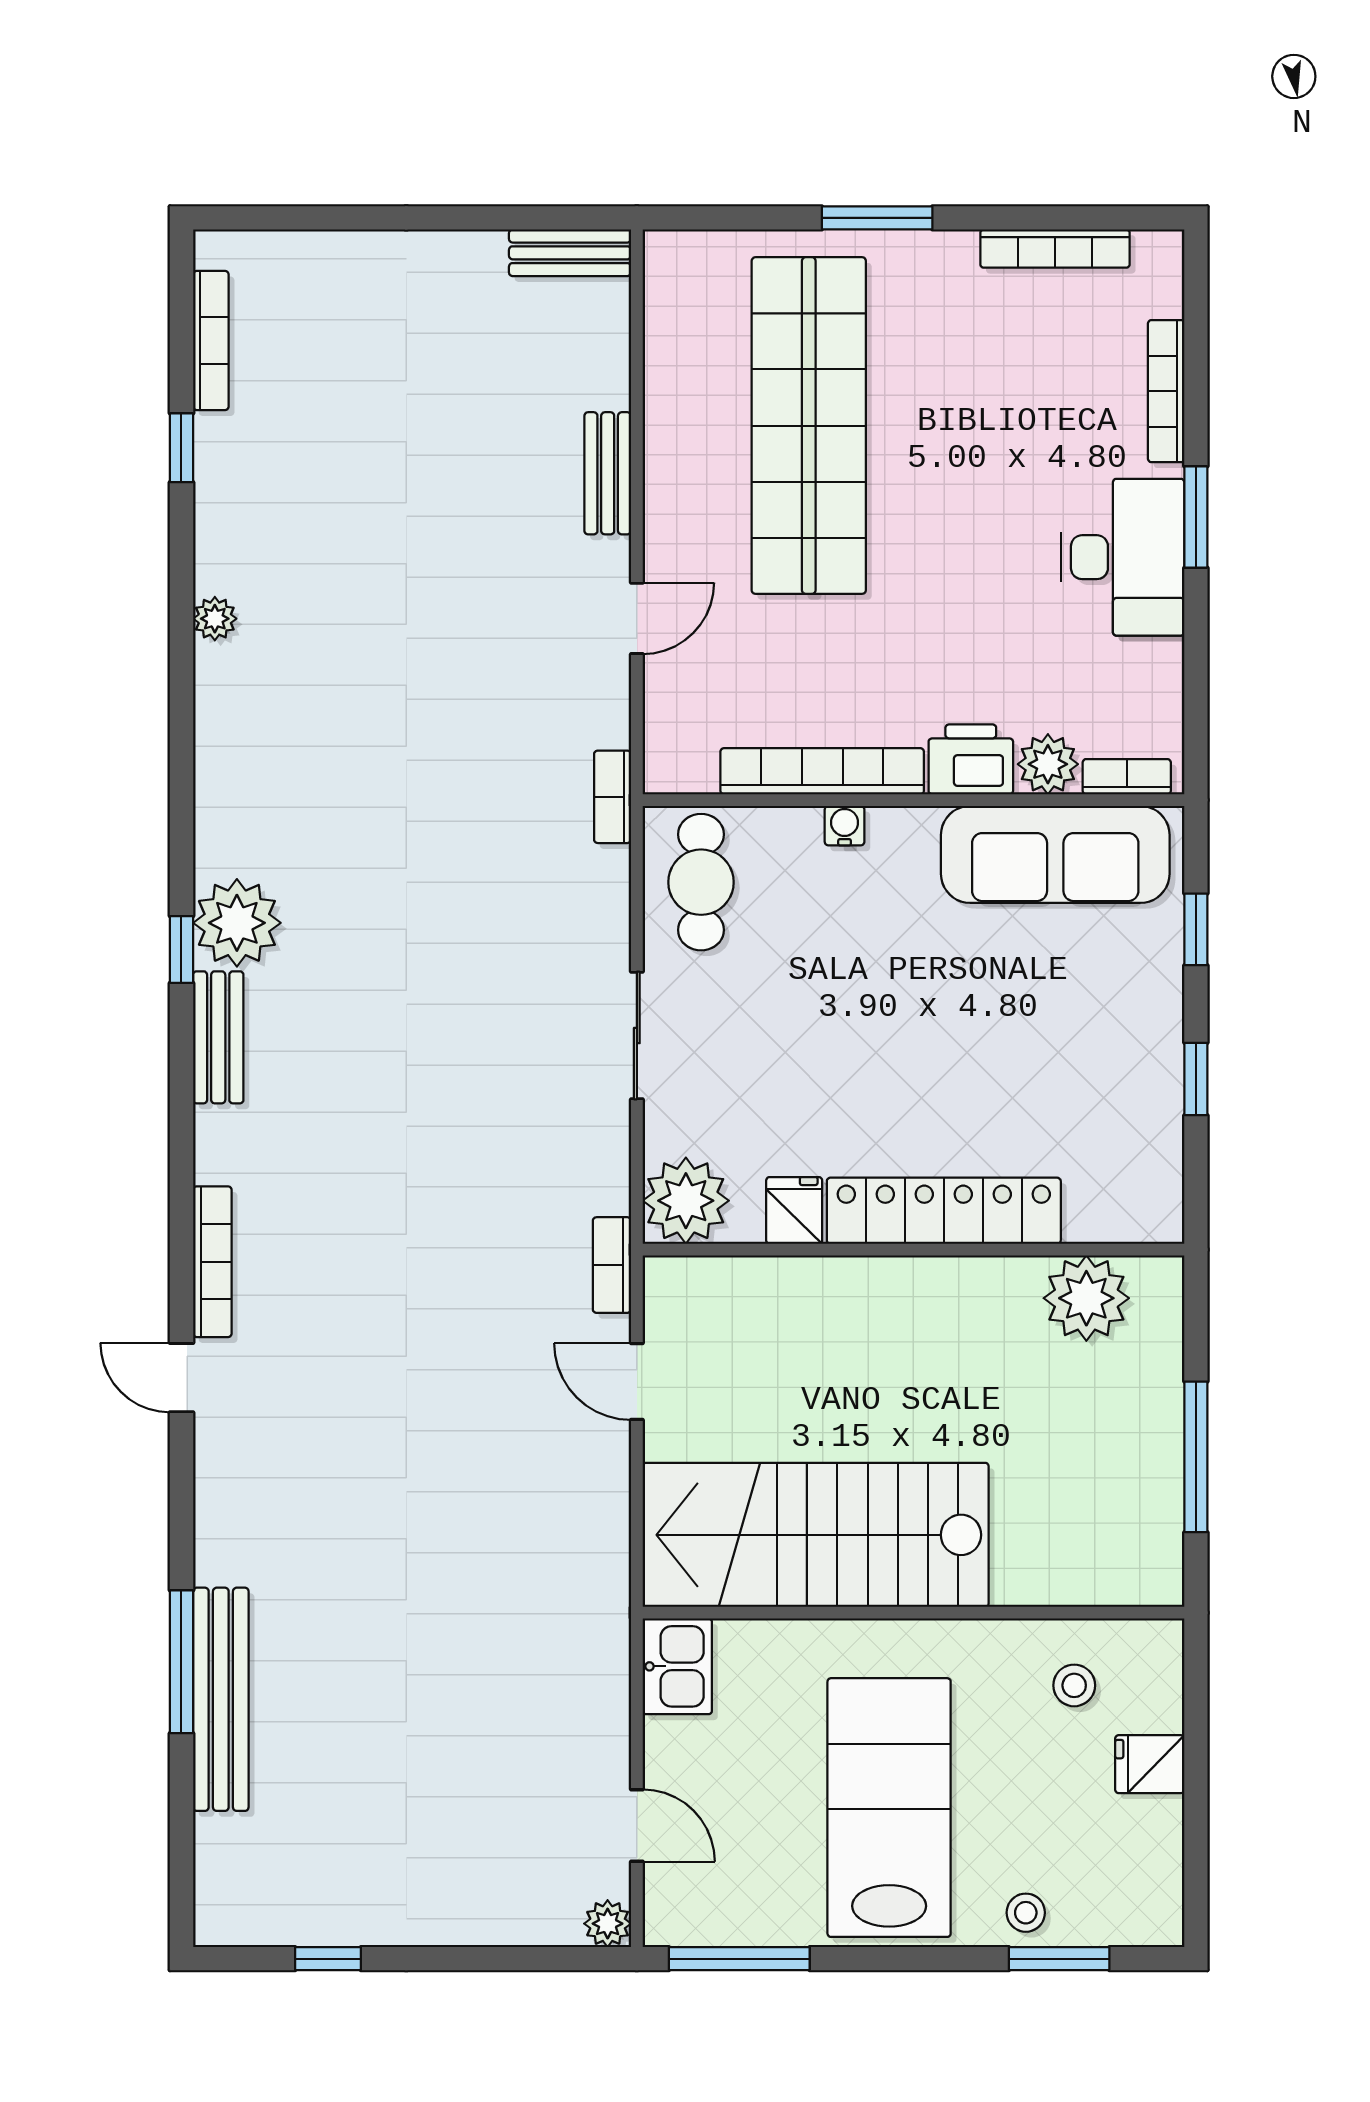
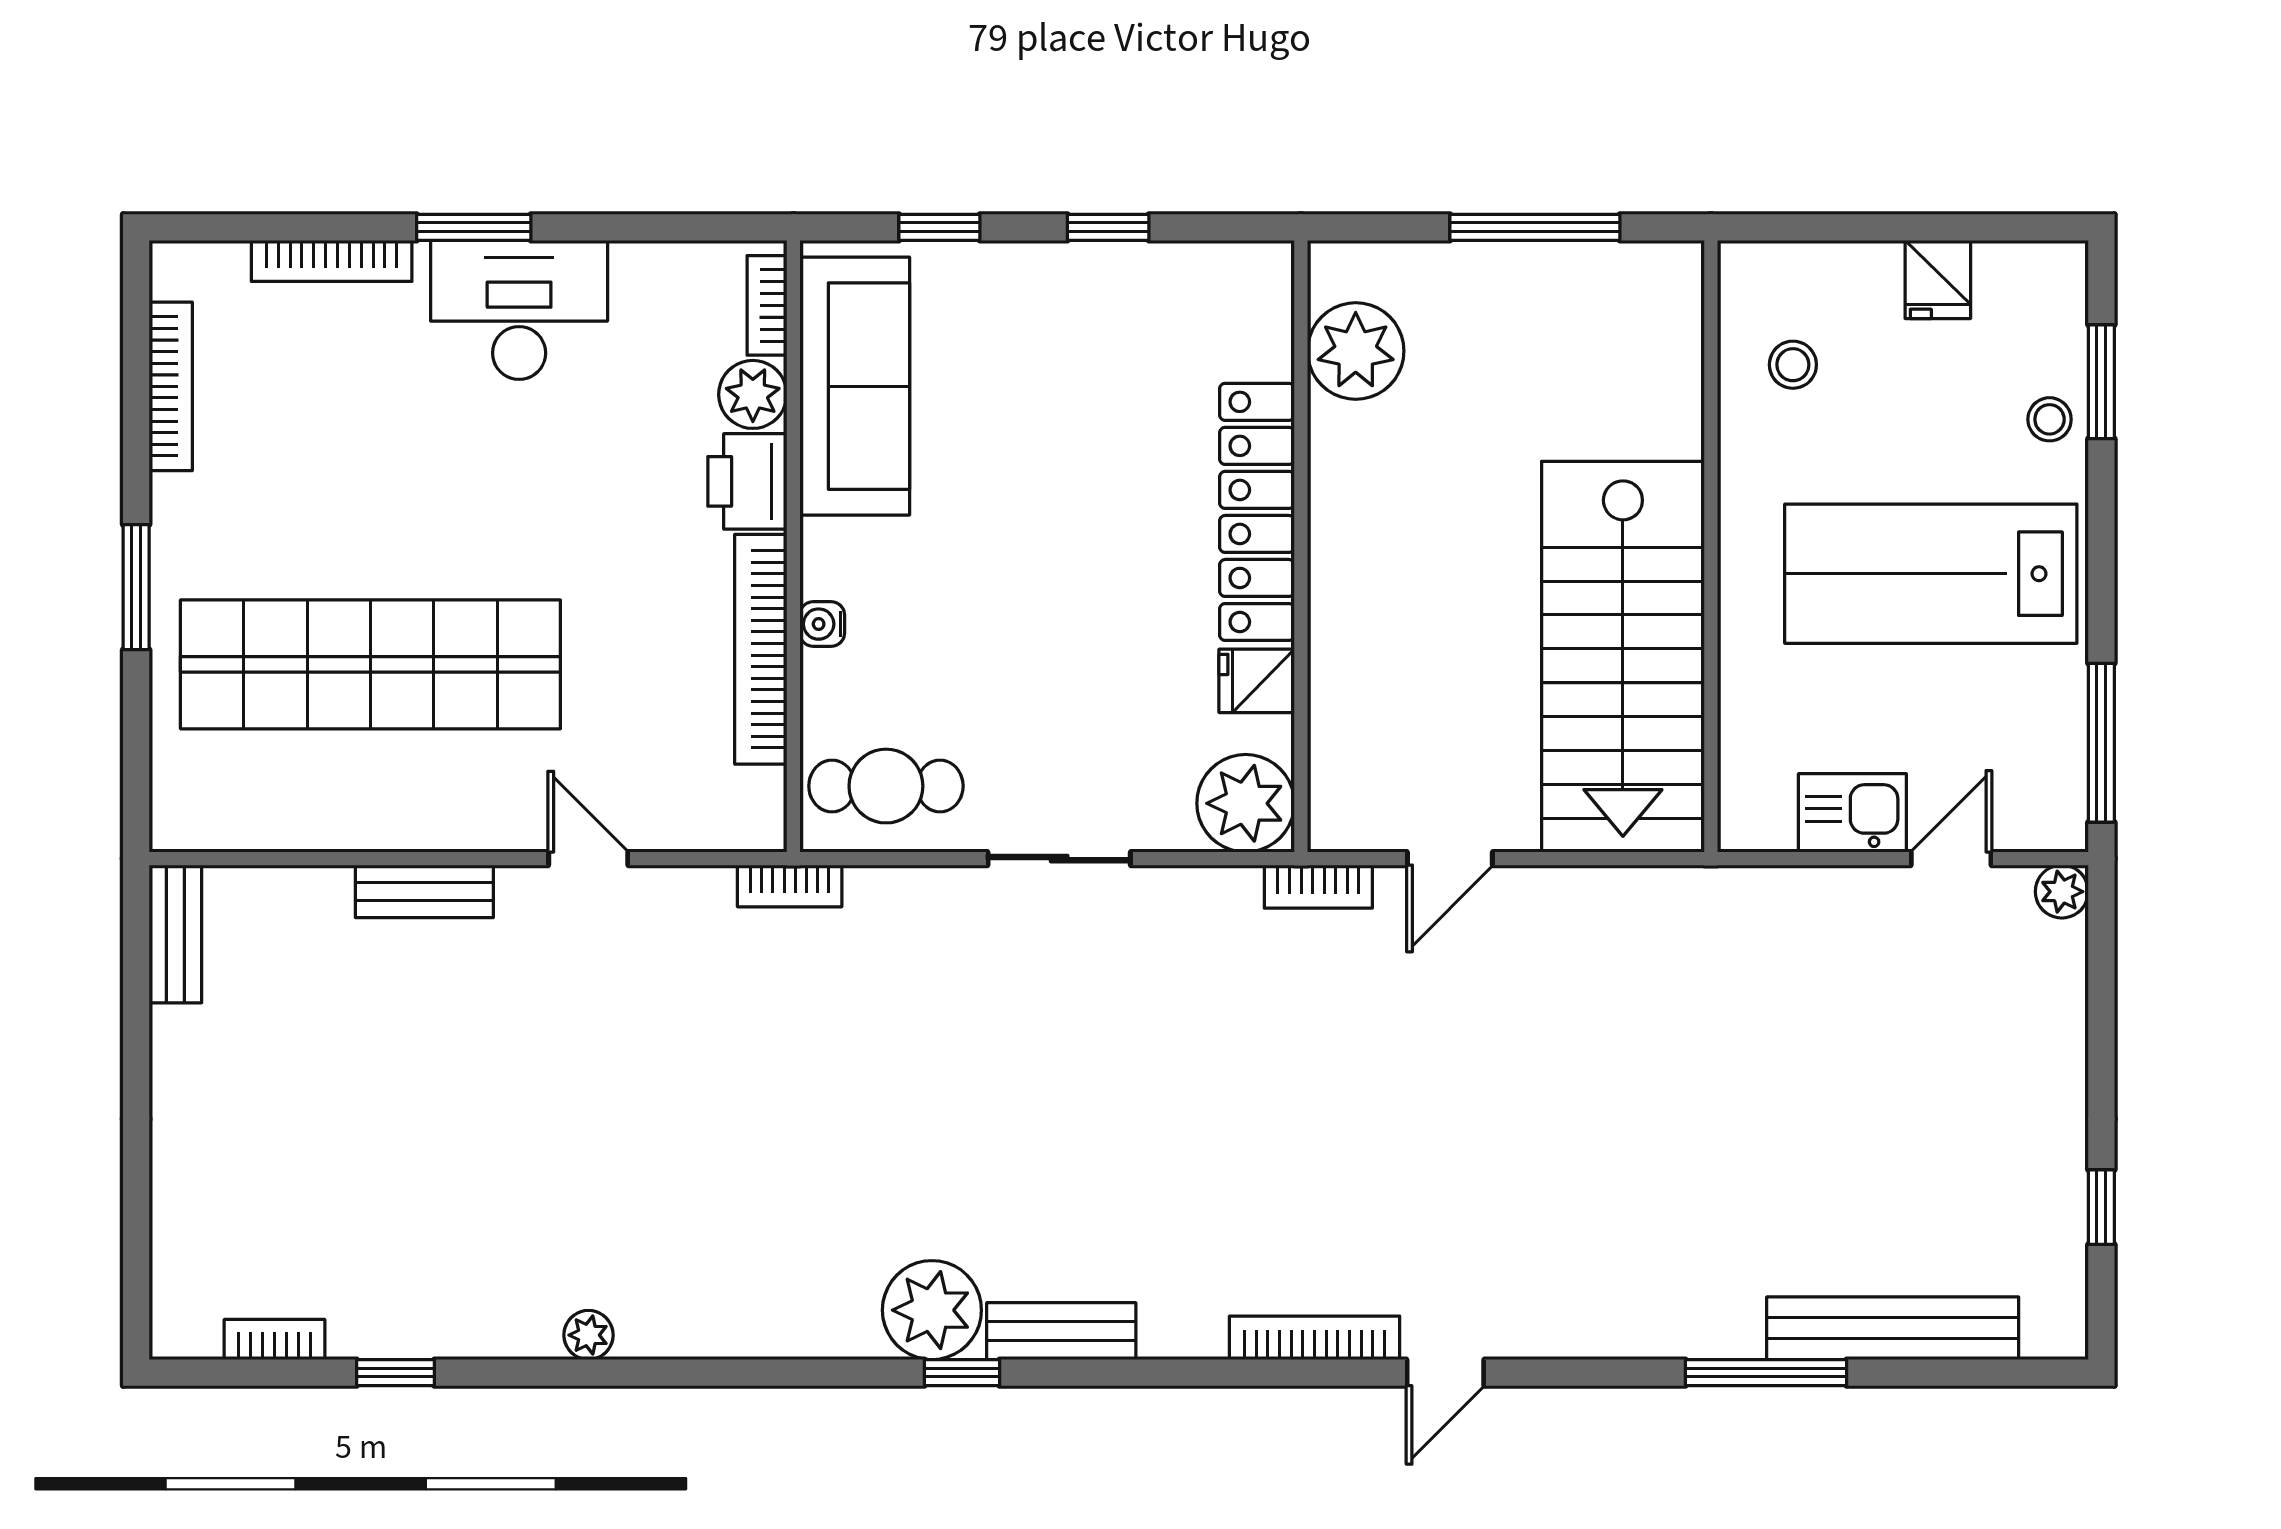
bookcase: (211, 341) -> (274, 1339), width x0.64
kitchen sink: (677, 1666) -> (1852, 813), moved
bench: (221, 1699) -> (1893, 1328), moved
fridge: (1150, 1764) -> (1938, 279), moved

